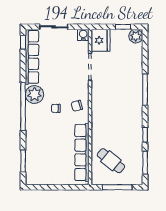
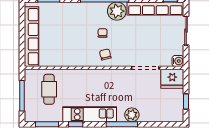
plant: (136, 36) -> (132, 115), moved
kitchen unit: (135, 121) -> (90, 114), added
row of seats: (82, 153) -> (32, 37), moved, turned 90
cafe table: (111, 161) -> (49, 89), turned -39

